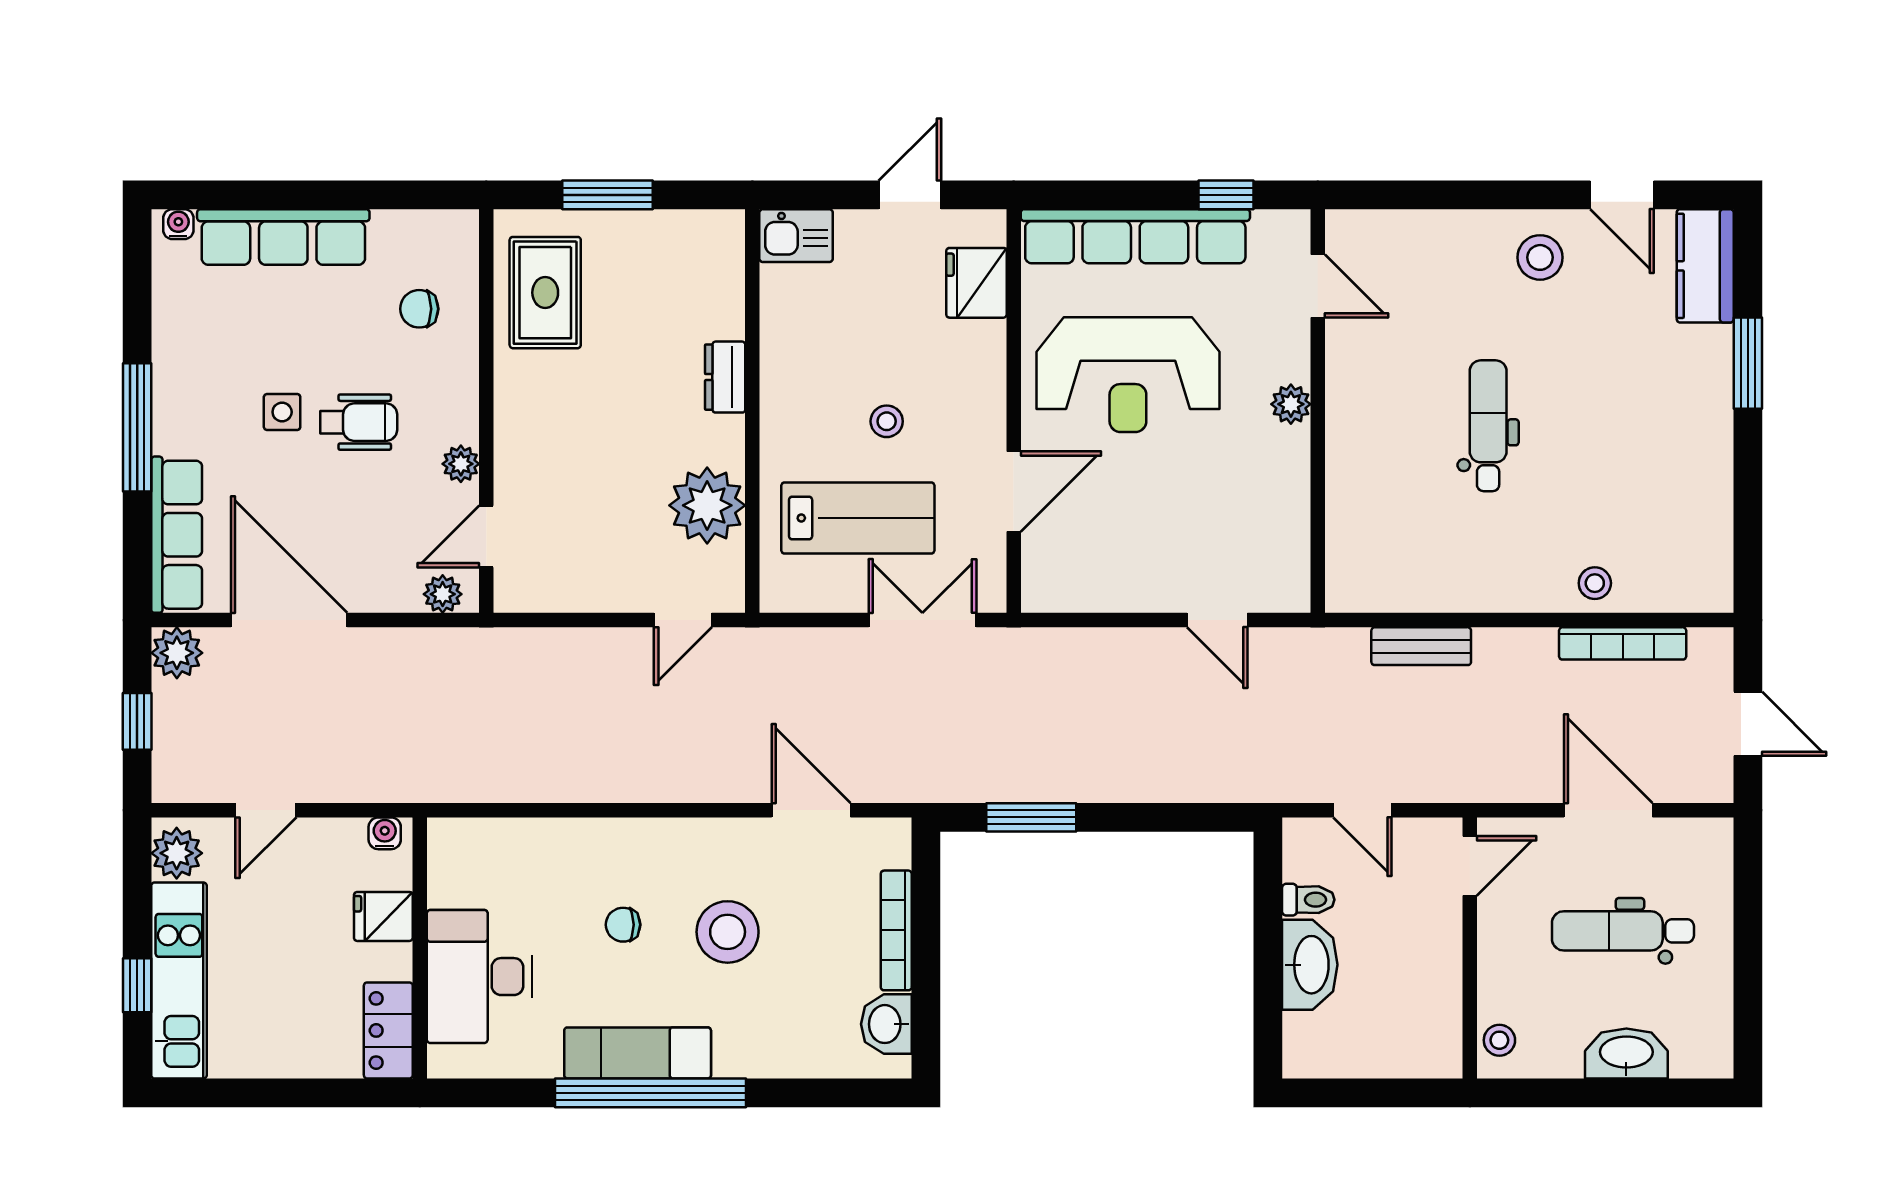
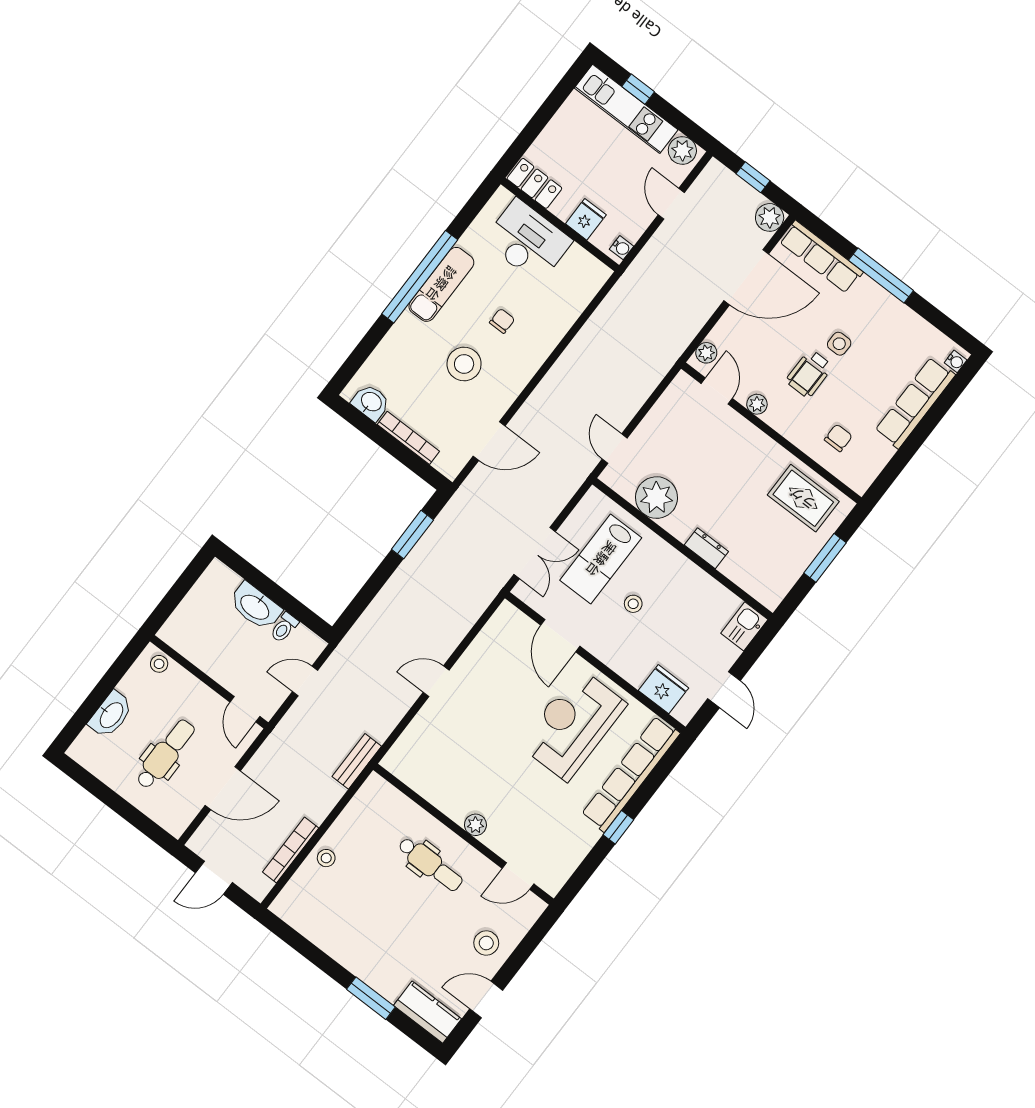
door: (1318, 286) -> (518, 876), moved
plant: (1291, 404) -> (475, 825), moved
wall: (1318, 411) -> (463, 834), moved

